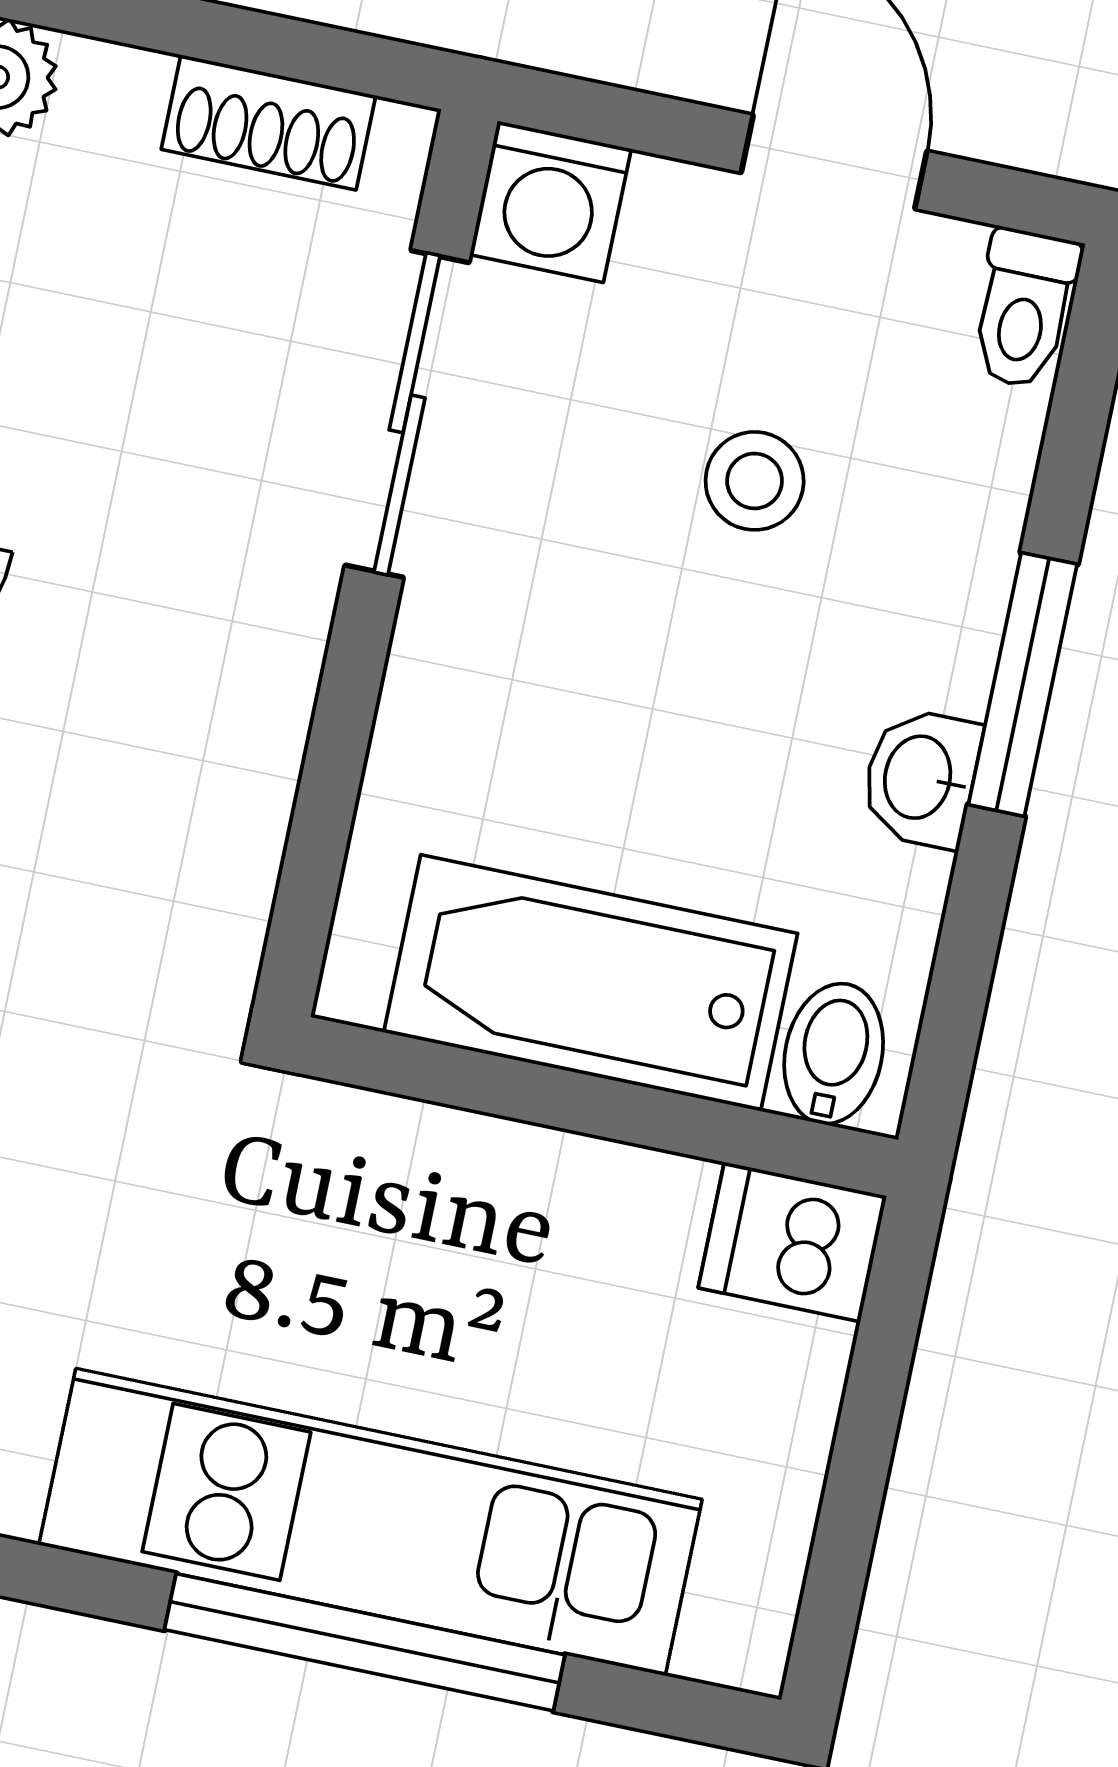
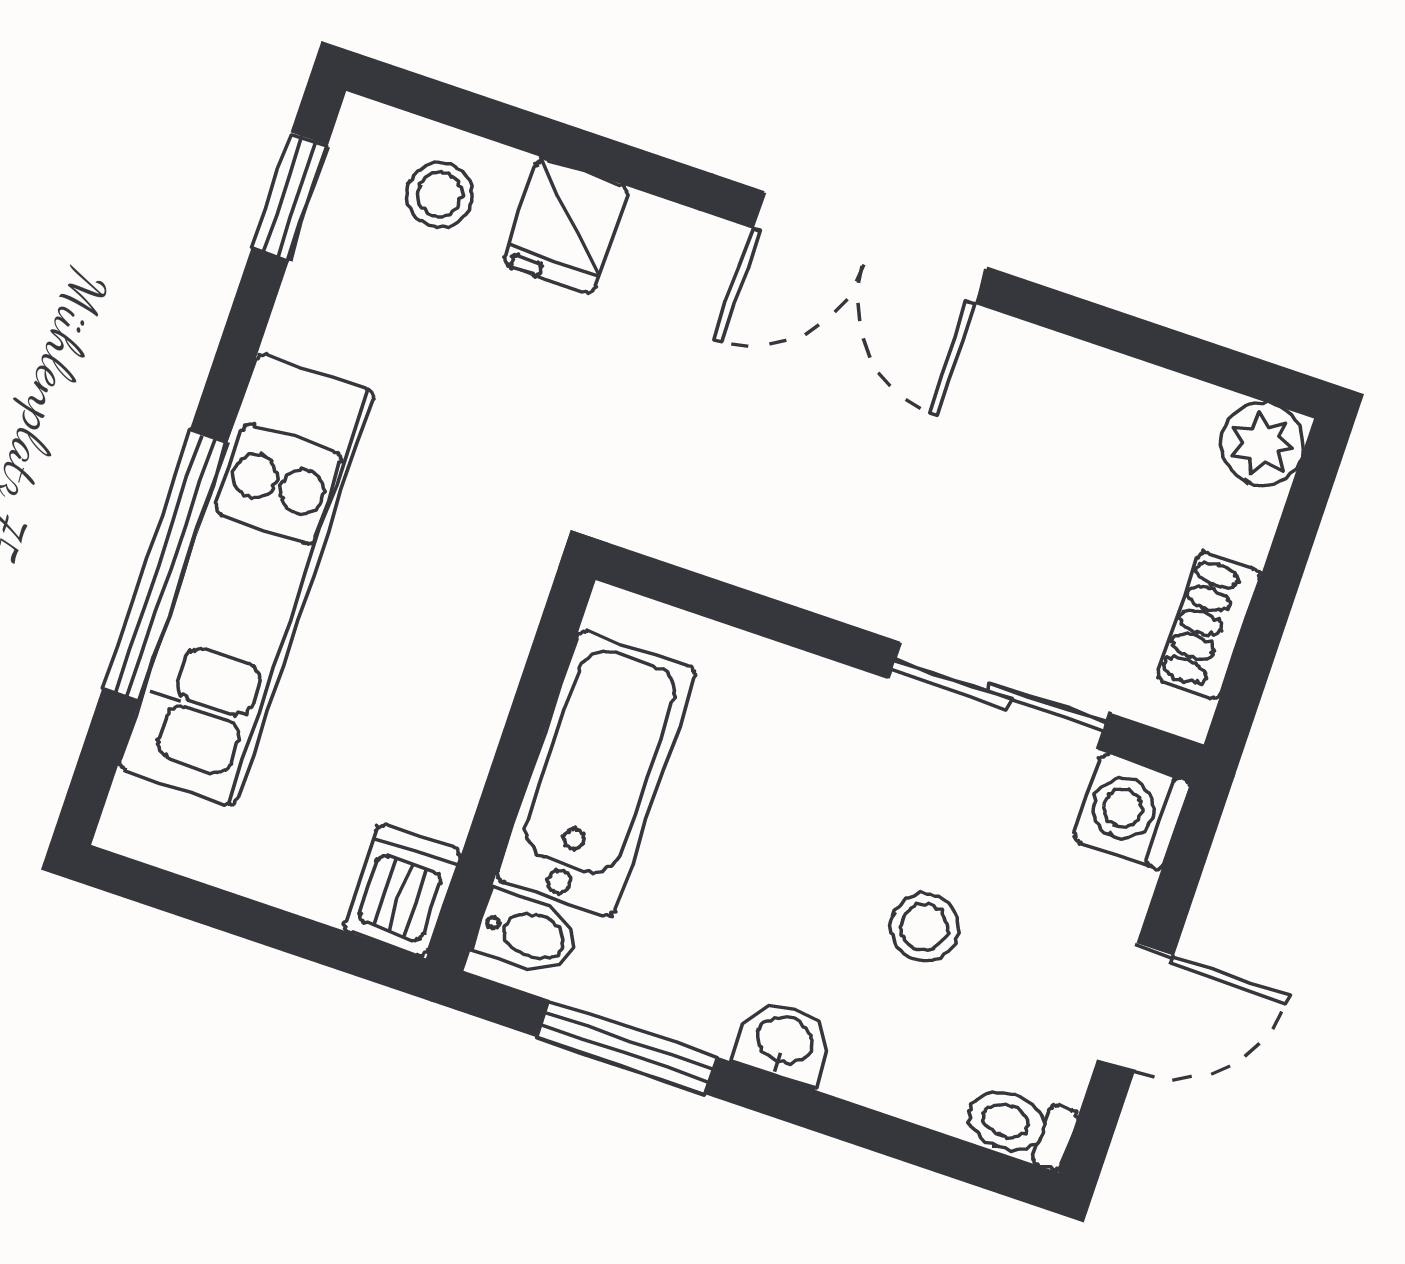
window: (1023, 684) -> (627, 1047), moved
washbasin: (921, 778) -> (784, 1042), moved

